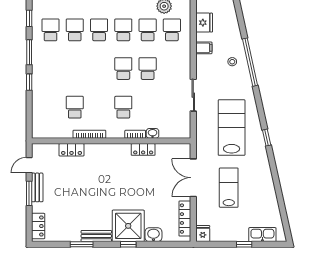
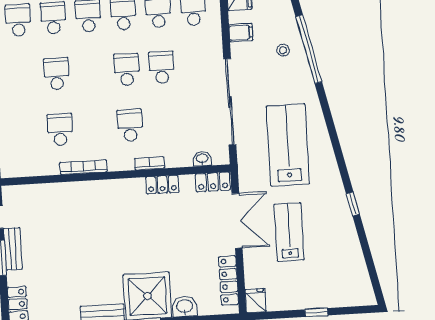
school desk: (75, 69) -> (57, 74), added
sliding door: (193, 95) -> (230, 102), width x1.86
washbasin: (153, 133) -> (202, 159), moved
window: (267, 138) -> (353, 204), moved
locker: (72, 150) -> (213, 182), moved
double door: (193, 178) -> (237, 221), swing flipped
kitchen sink: (262, 235) -> (342, 297), removed

